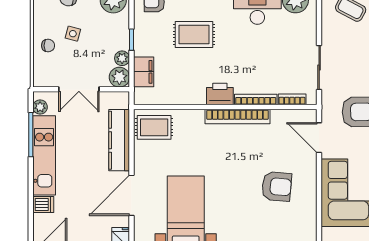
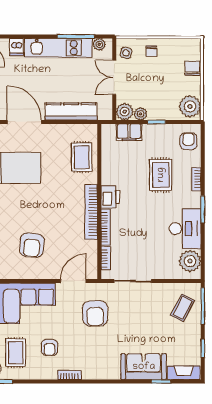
side table: (73, 34) -> (126, 53), moved
rug: (154, 127) -> (82, 157), moved

